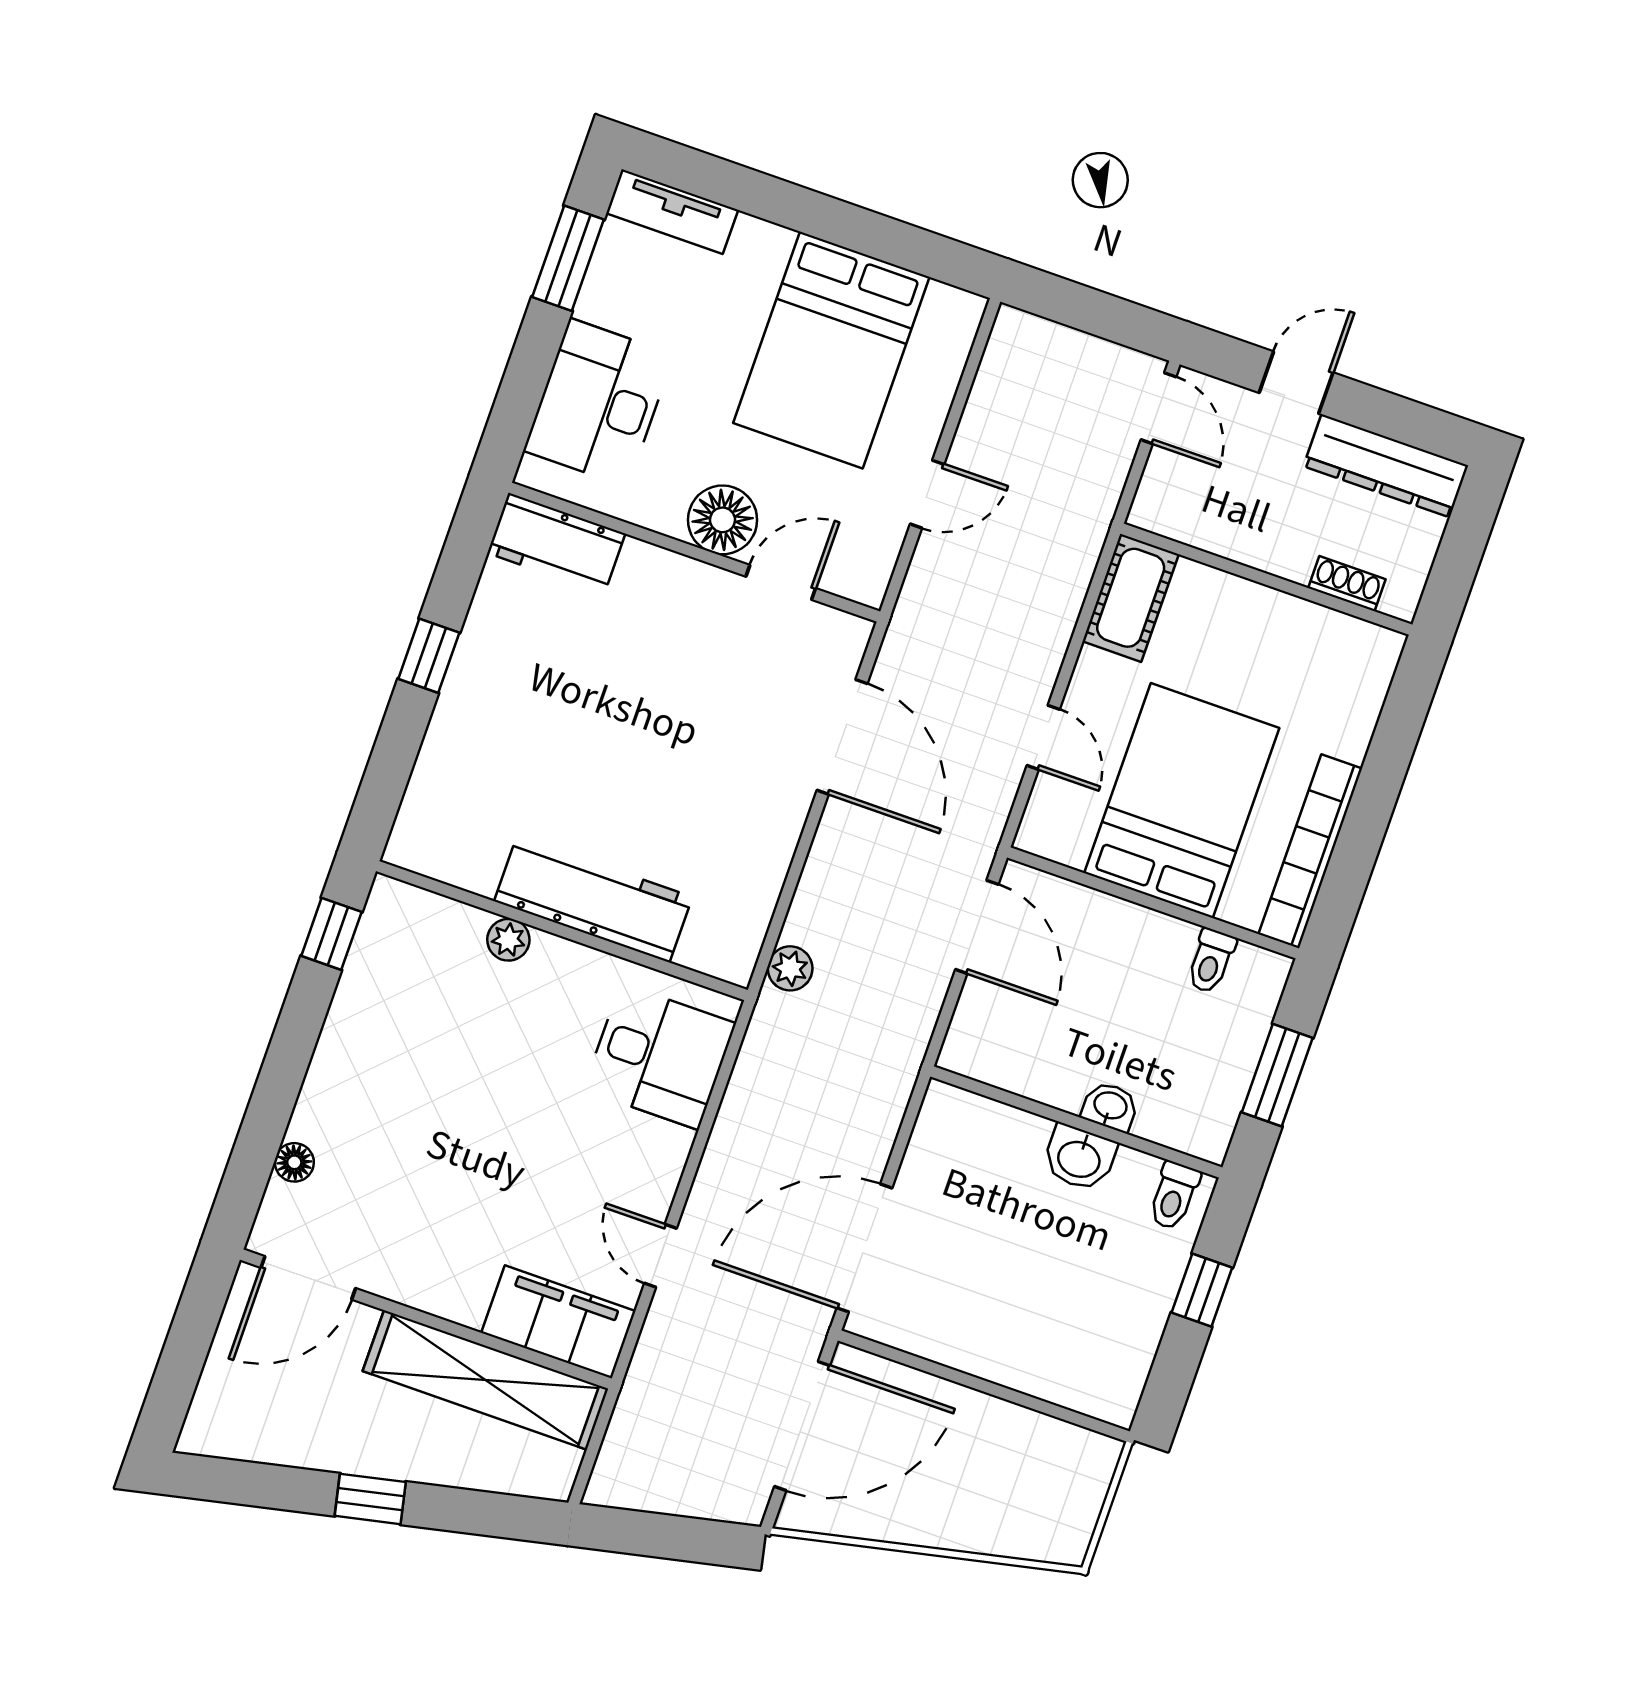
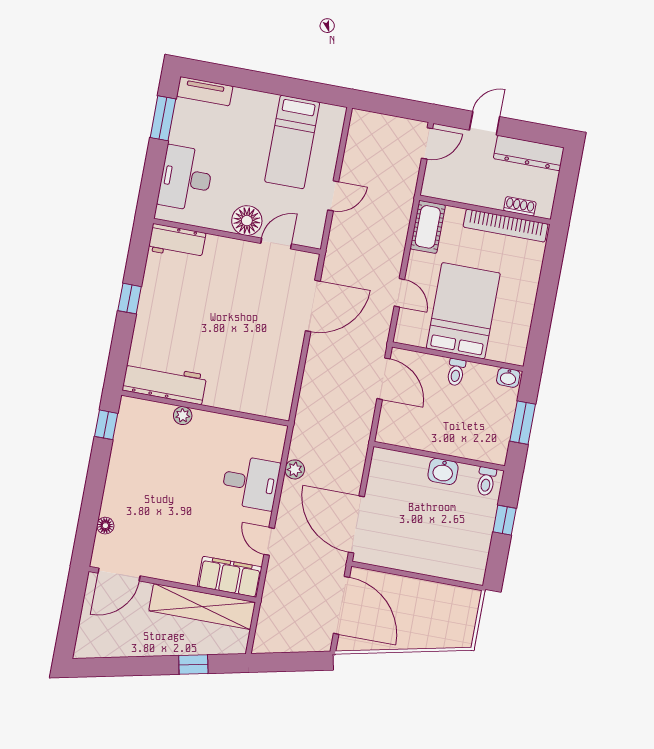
bed: (831, 350) -> (292, 142), width x0.67
door: (1159, 408) -> (427, 143), hinge flipped
door: (842, 737) -> (313, 306), hinge flipped
bookcase: (1310, 851) -> (506, 226), moved, turned -90
workbench: (593, 899) -> (164, 383), moved
toilet: (1211, 961) -> (456, 372), moved
plant: (790, 968) -> (295, 469), moved
desk: (660, 1056) -> (251, 483), moved
washbasin: (1110, 1107) -> (508, 377), moved, turned 180
door: (864, 1248) -> (356, 525), hinge flipped
door: (802, 1426) -> (341, 605), hinge flipped
window: (370, 1499) -> (193, 665), moved

